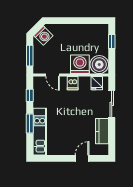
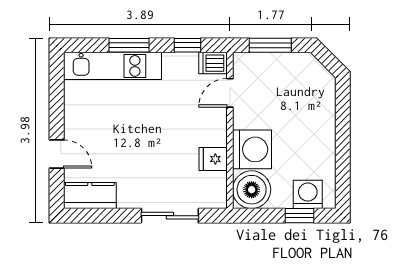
washing machine: (43, 36) -> (308, 194), moved, turned 135
dishwasher: (73, 83) -> (213, 63), moved
fridge: (97, 83) -> (213, 159), moved
kitchen counter: (102, 131) -> (90, 196), moved

